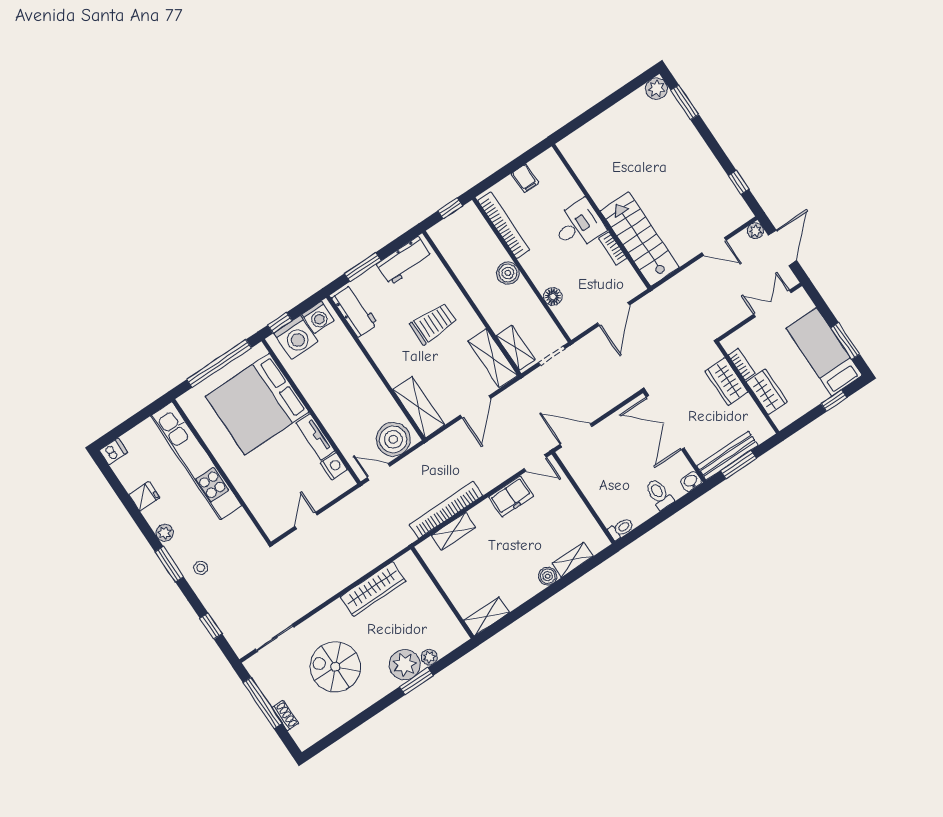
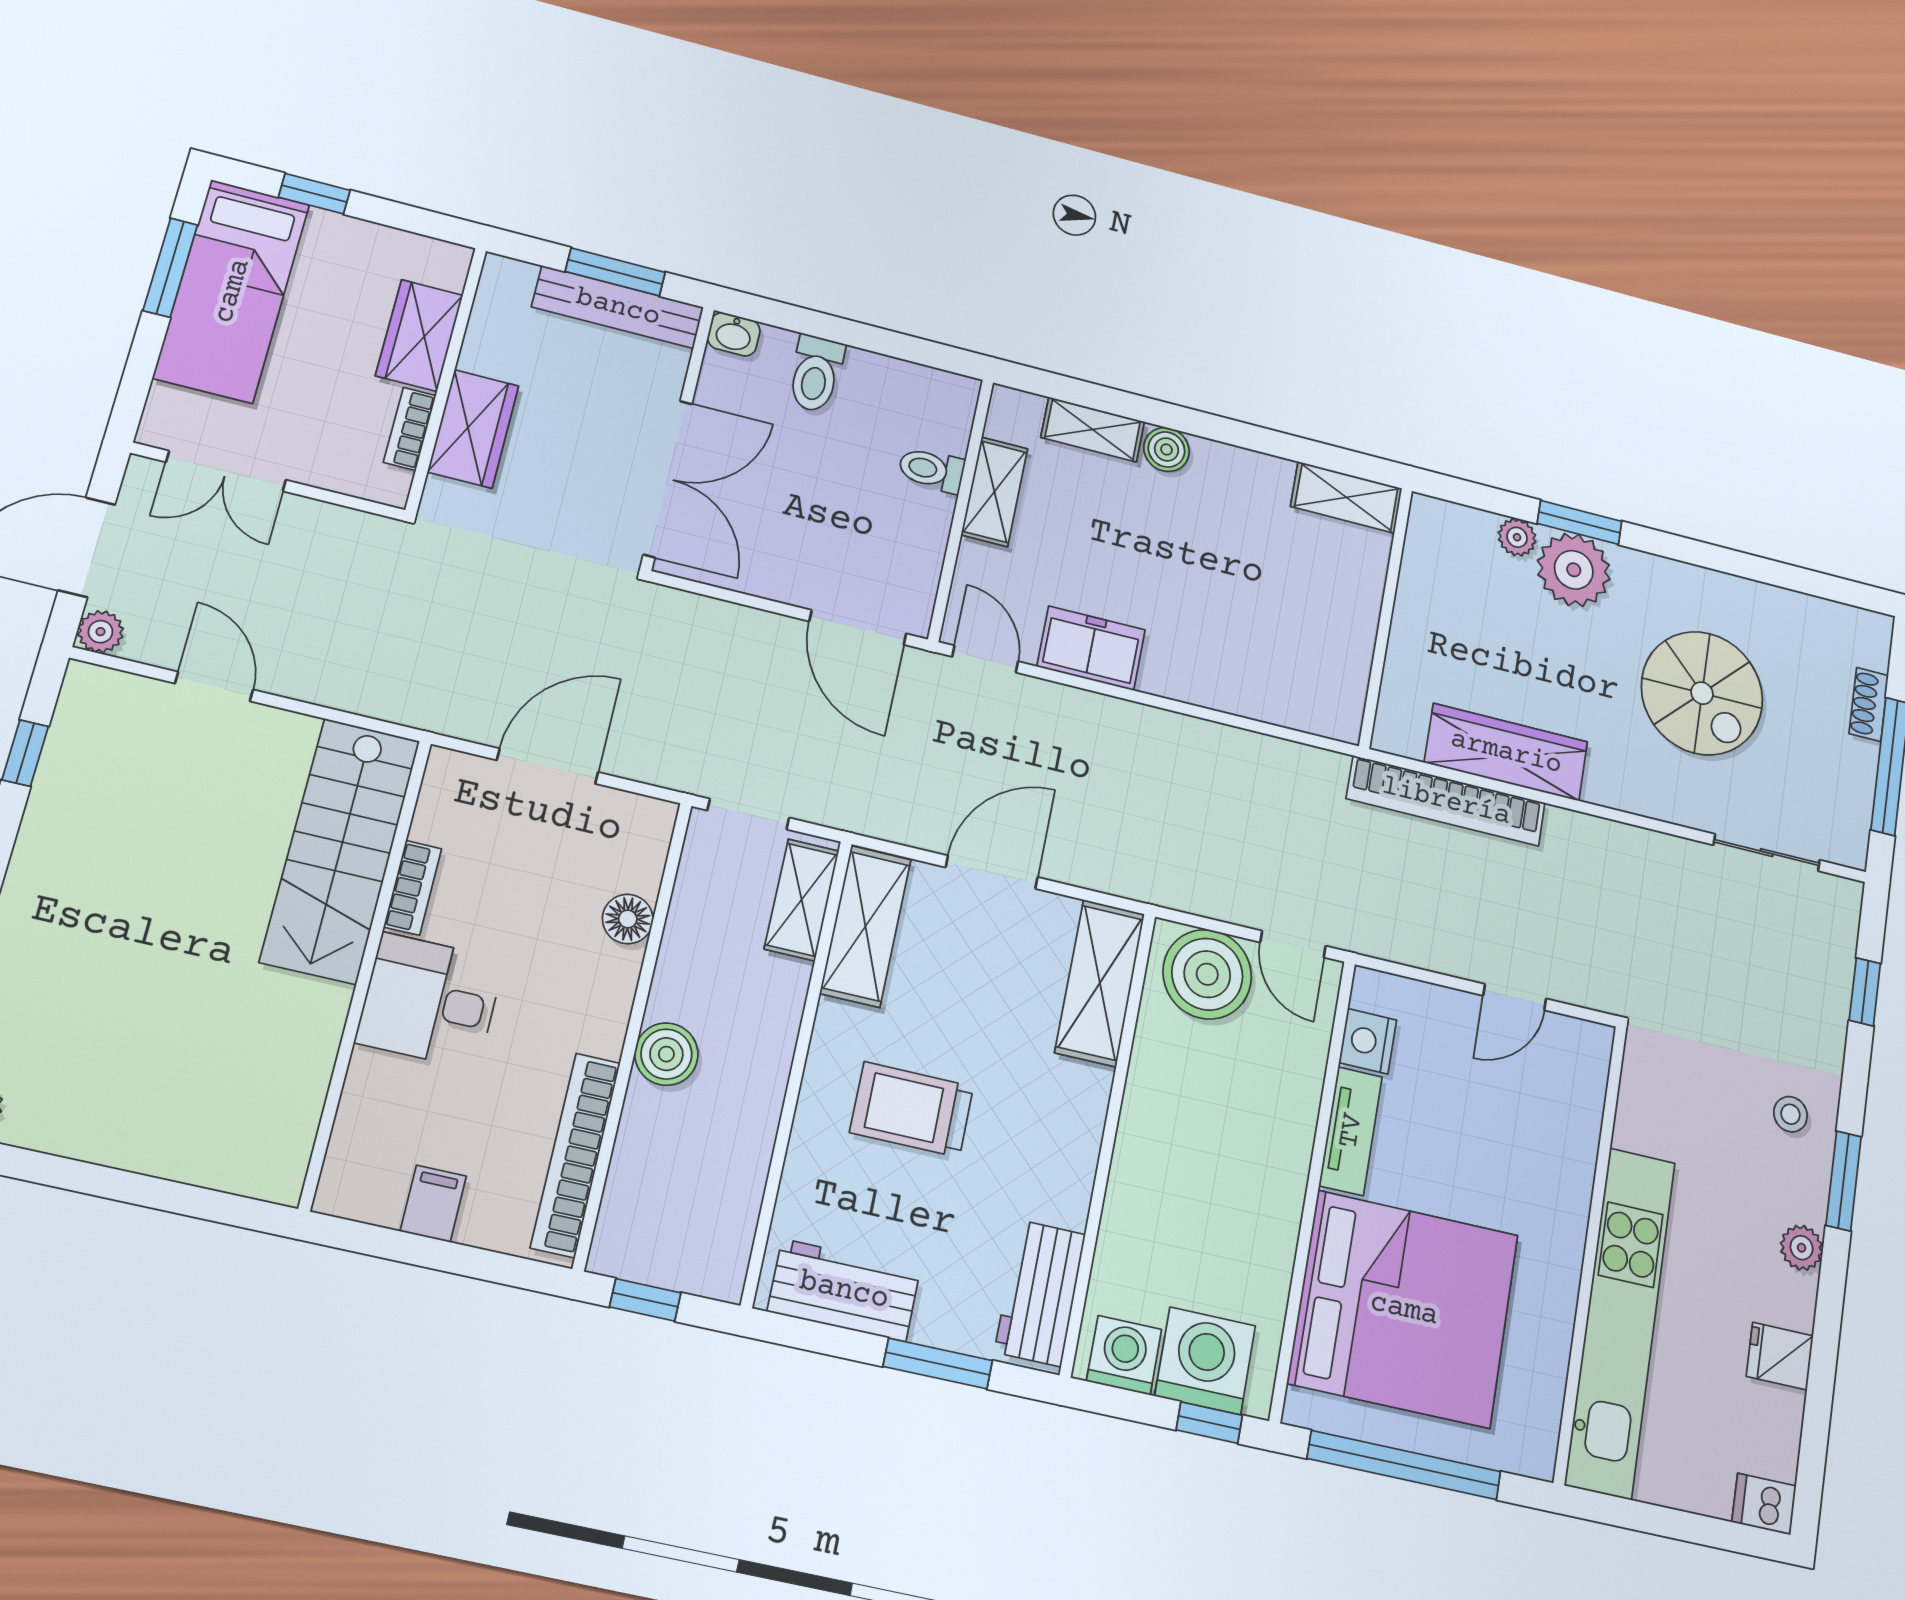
bookcase: (446, 510) -> (1446, 801), moved
toilet: (621, 529) -> (931, 470), moved
shelving: (453, 531) -> (994, 492), moved, turned 90

